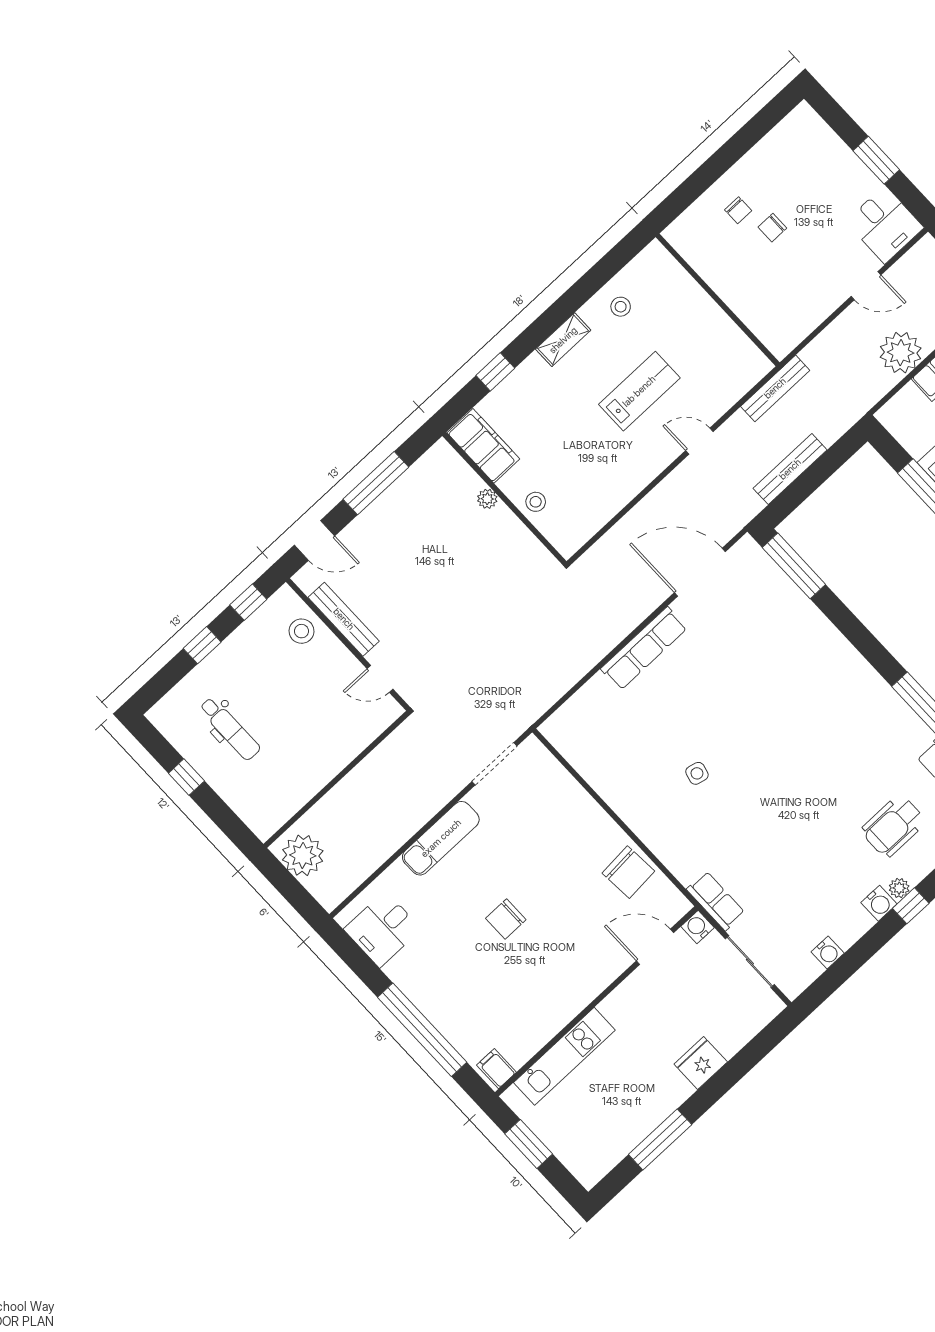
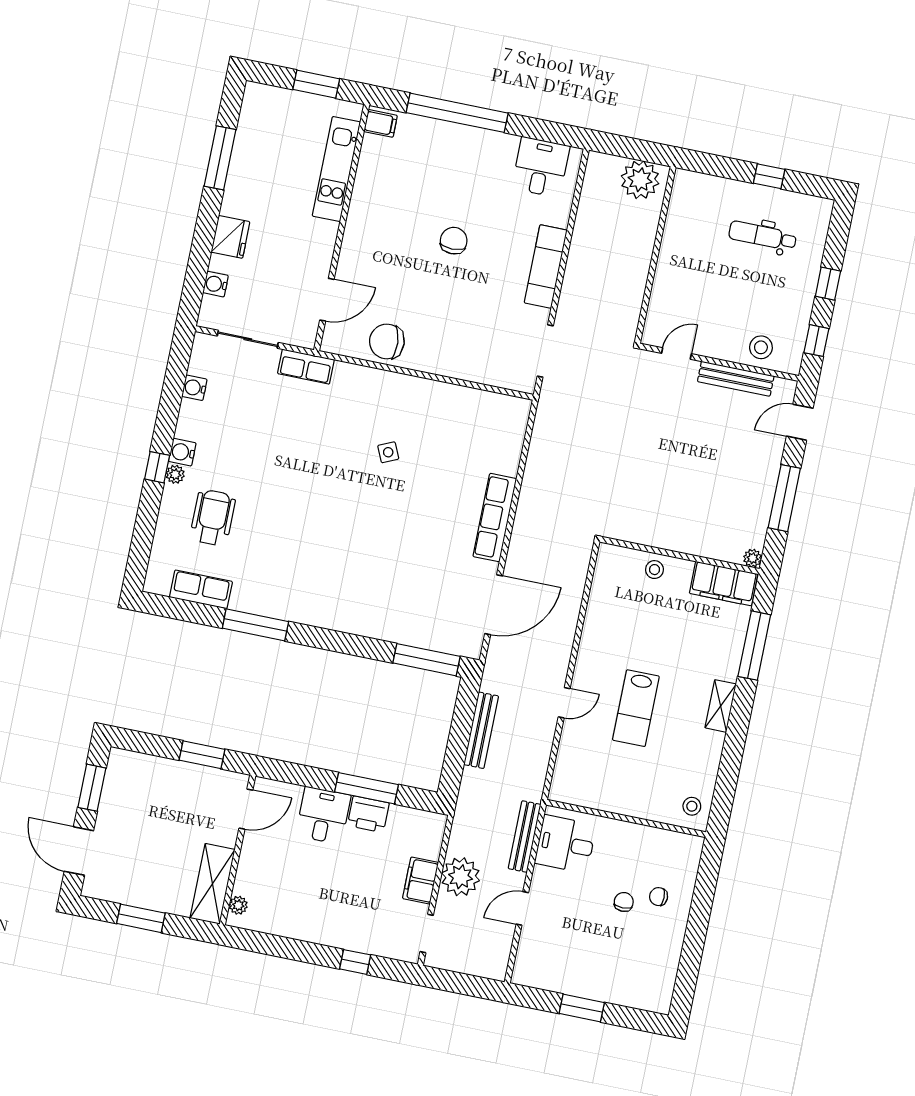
desk: (885, 225) -> (565, 844), moved
stool: (621, 307) -> (692, 806), moved
window: (495, 372) -> (754, 646), width x2.17
bench: (775, 388) -> (525, 837), moved
plant: (487, 499) -> (753, 558), moved
side table: (697, 773) -> (388, 452), turned -38
water cooler: (698, 927) -> (216, 284), moved, turned 180

